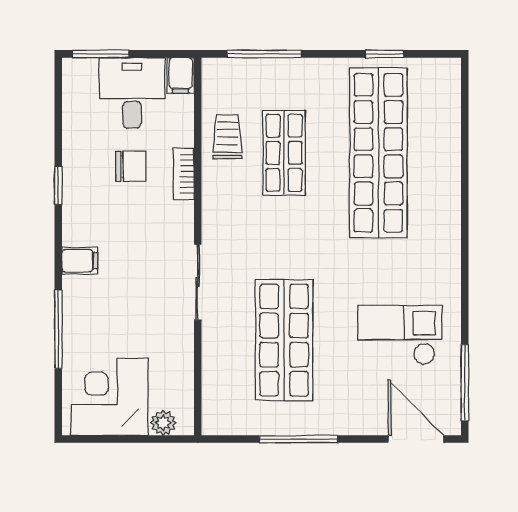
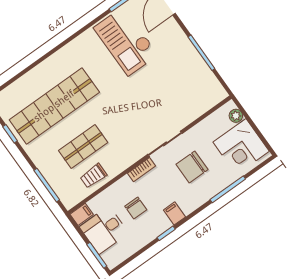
chair: (131, 166) -> (136, 208), turned 180
bookcase: (184, 174) -> (142, 170), moved
filing cabinet: (80, 261) -> (174, 213), moved
chair: (132, 298) -> (192, 167), added
checkout: (400, 335) -> (126, 41), width x1.36, depth x1.21
shop shelf: (284, 340) -> (163, 89), removed

